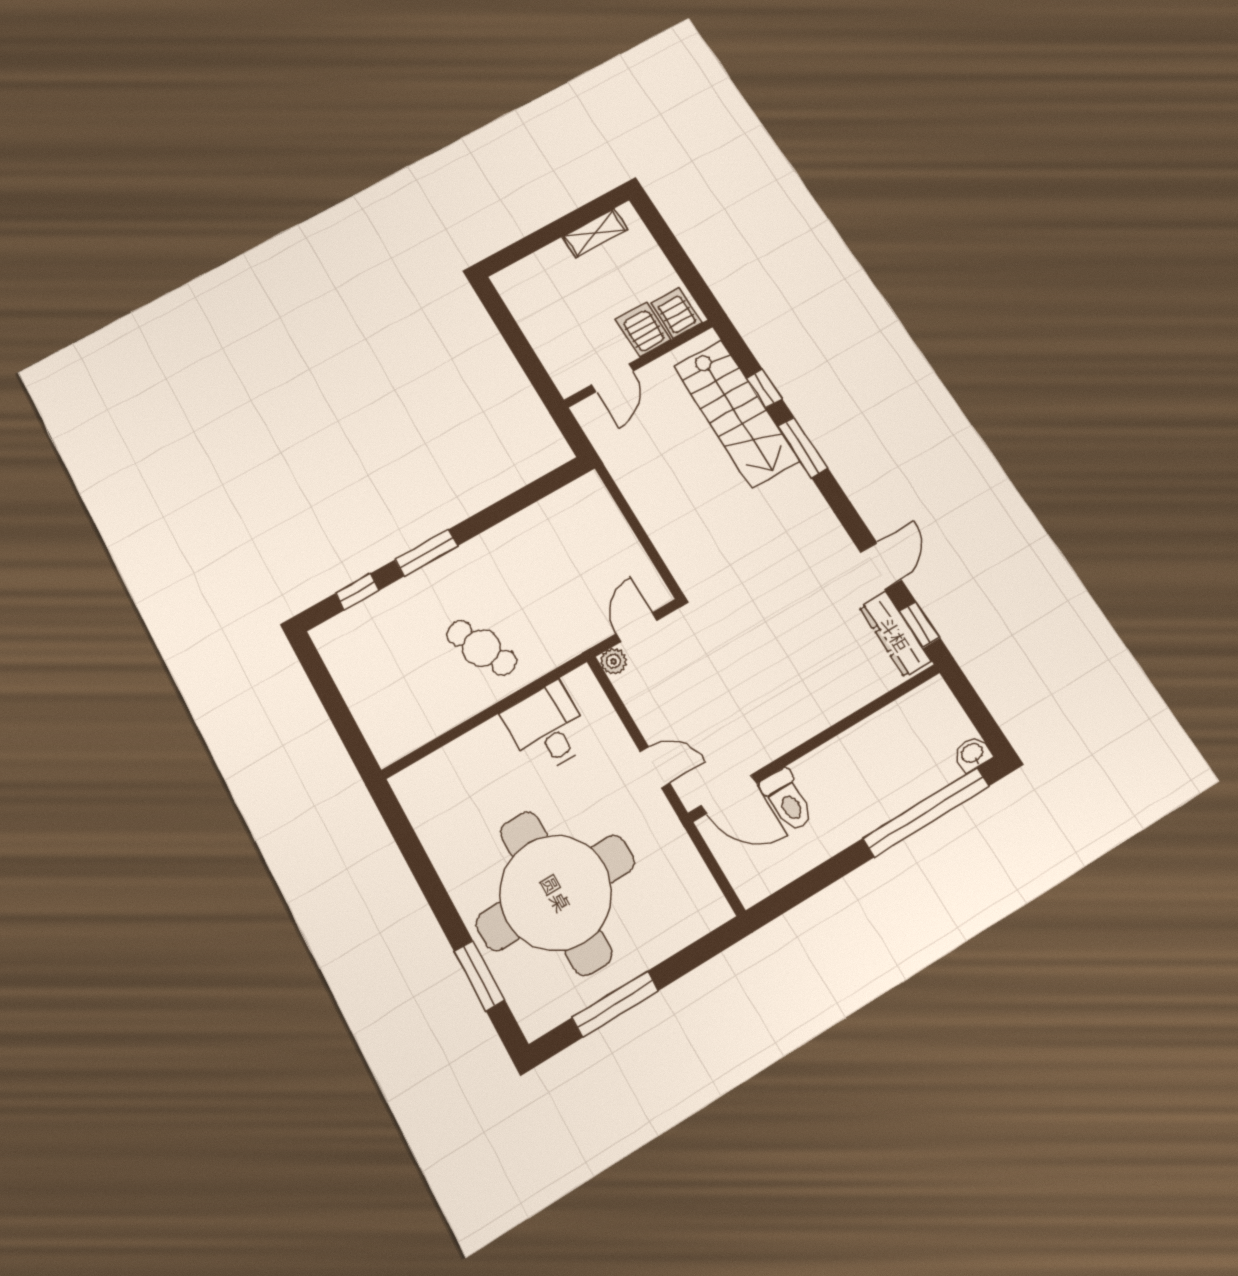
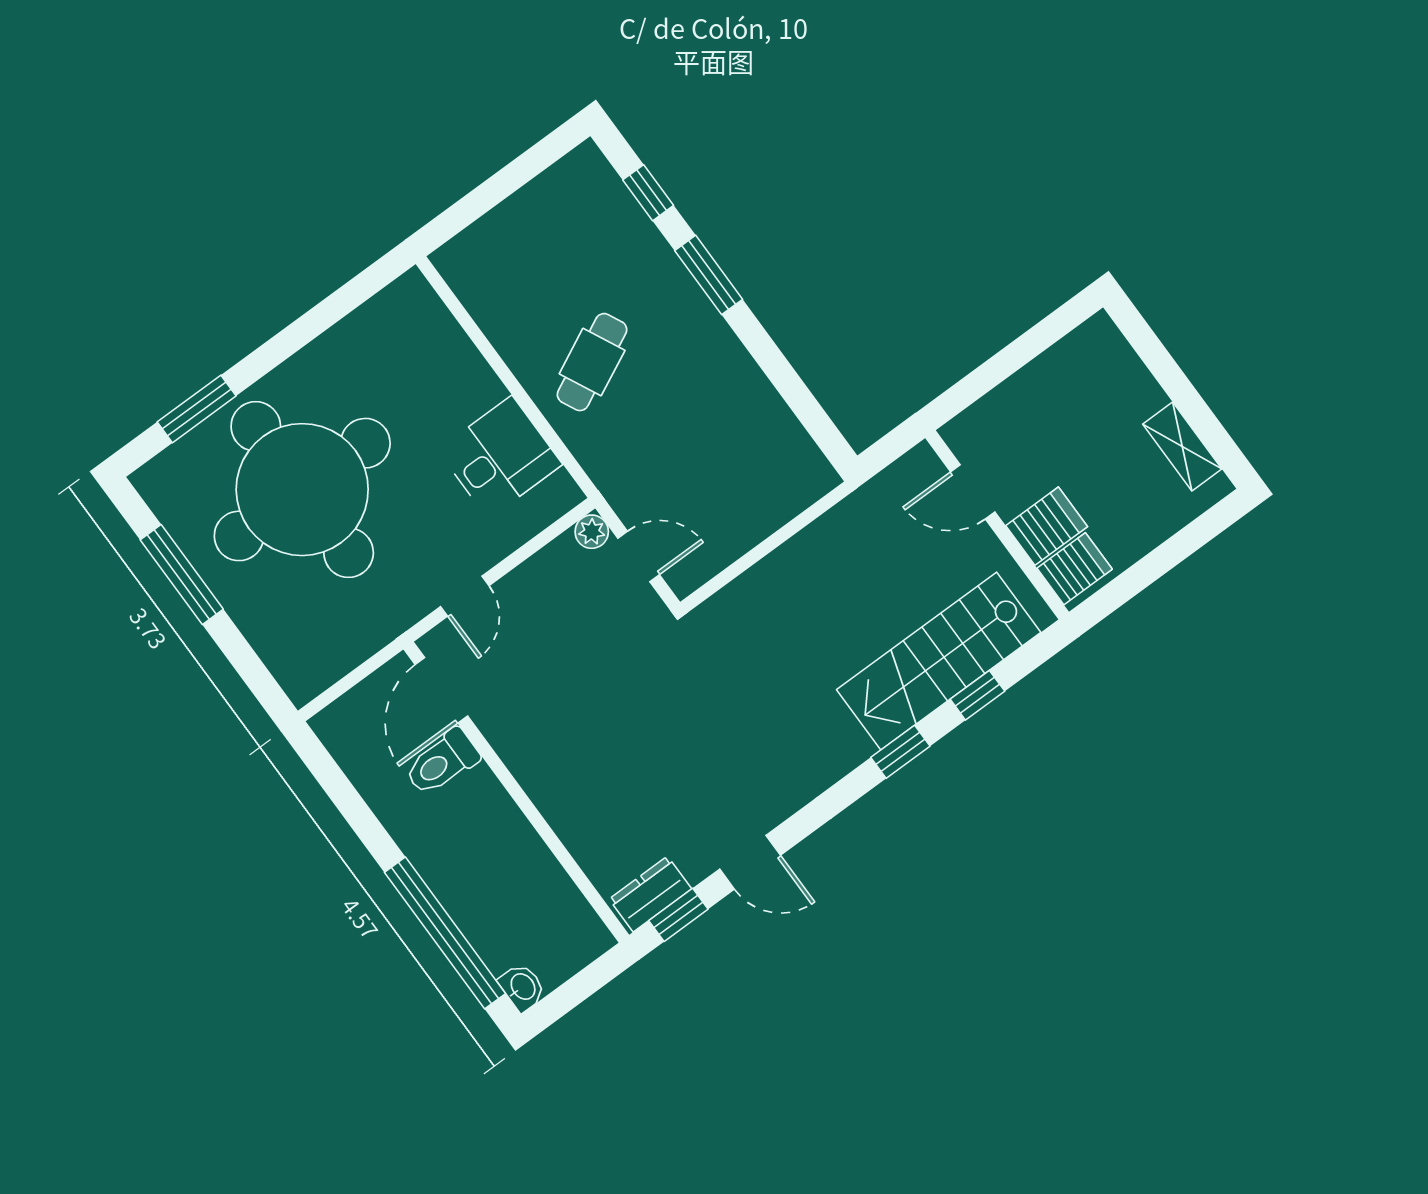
window: (803, 447) -> (900, 752), width x0.67
dresser: (895, 634) -> (650, 894), width x0.70

